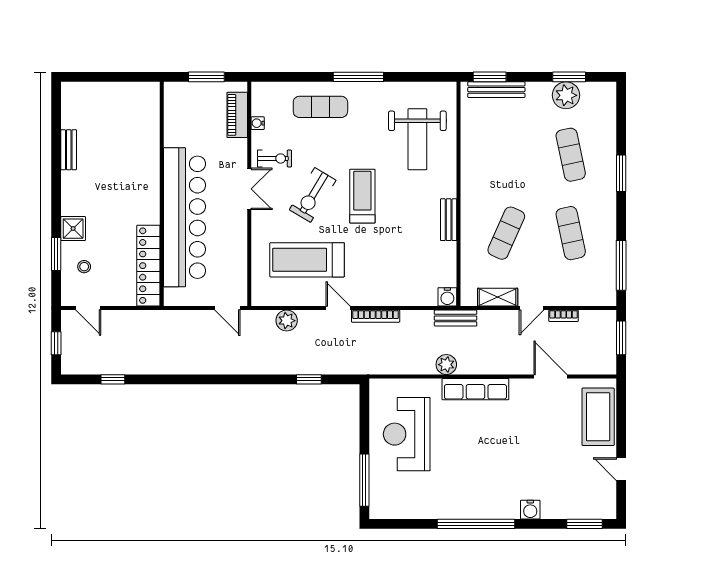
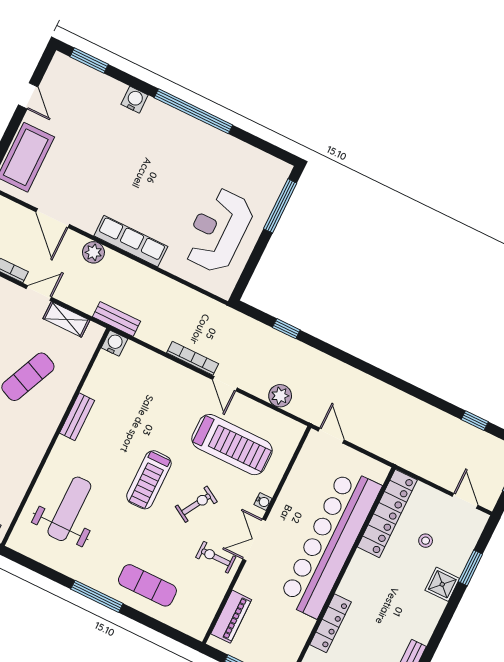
water cooler: (258, 123) -> (263, 501), moved
locker: (151, 150) -> (330, 623), added
exercise bike: (313, 195) -> (196, 504), width x0.73, depth x0.72
stool: (84, 267) -> (426, 541), moved
plant: (446, 365) -> (93, 252), moved
reception desk: (407, 434) -> (218, 230), turned 180

